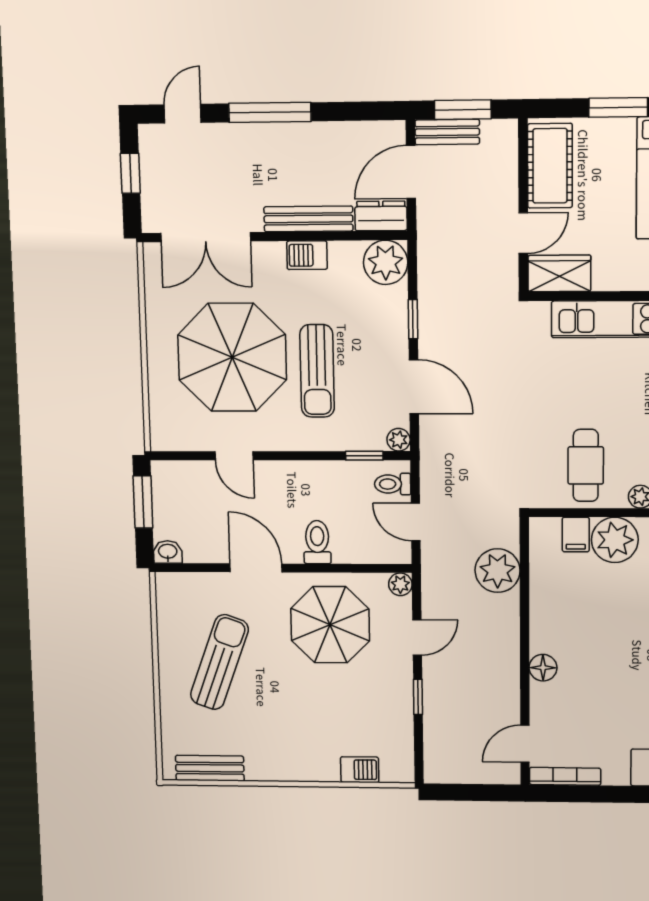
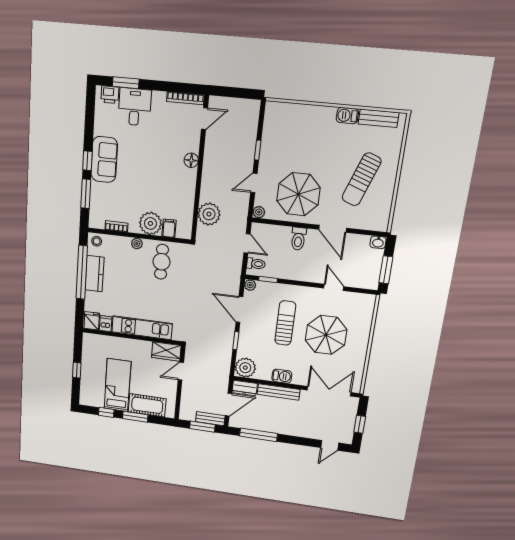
window: (270, 112) -> (258, 435), moved
cot: (550, 166) -> (147, 405), moved, turned 90
parasol: (232, 357) -> (326, 335), width x0.73, depth x0.73
barbecue: (360, 770) -> (347, 116), moved

